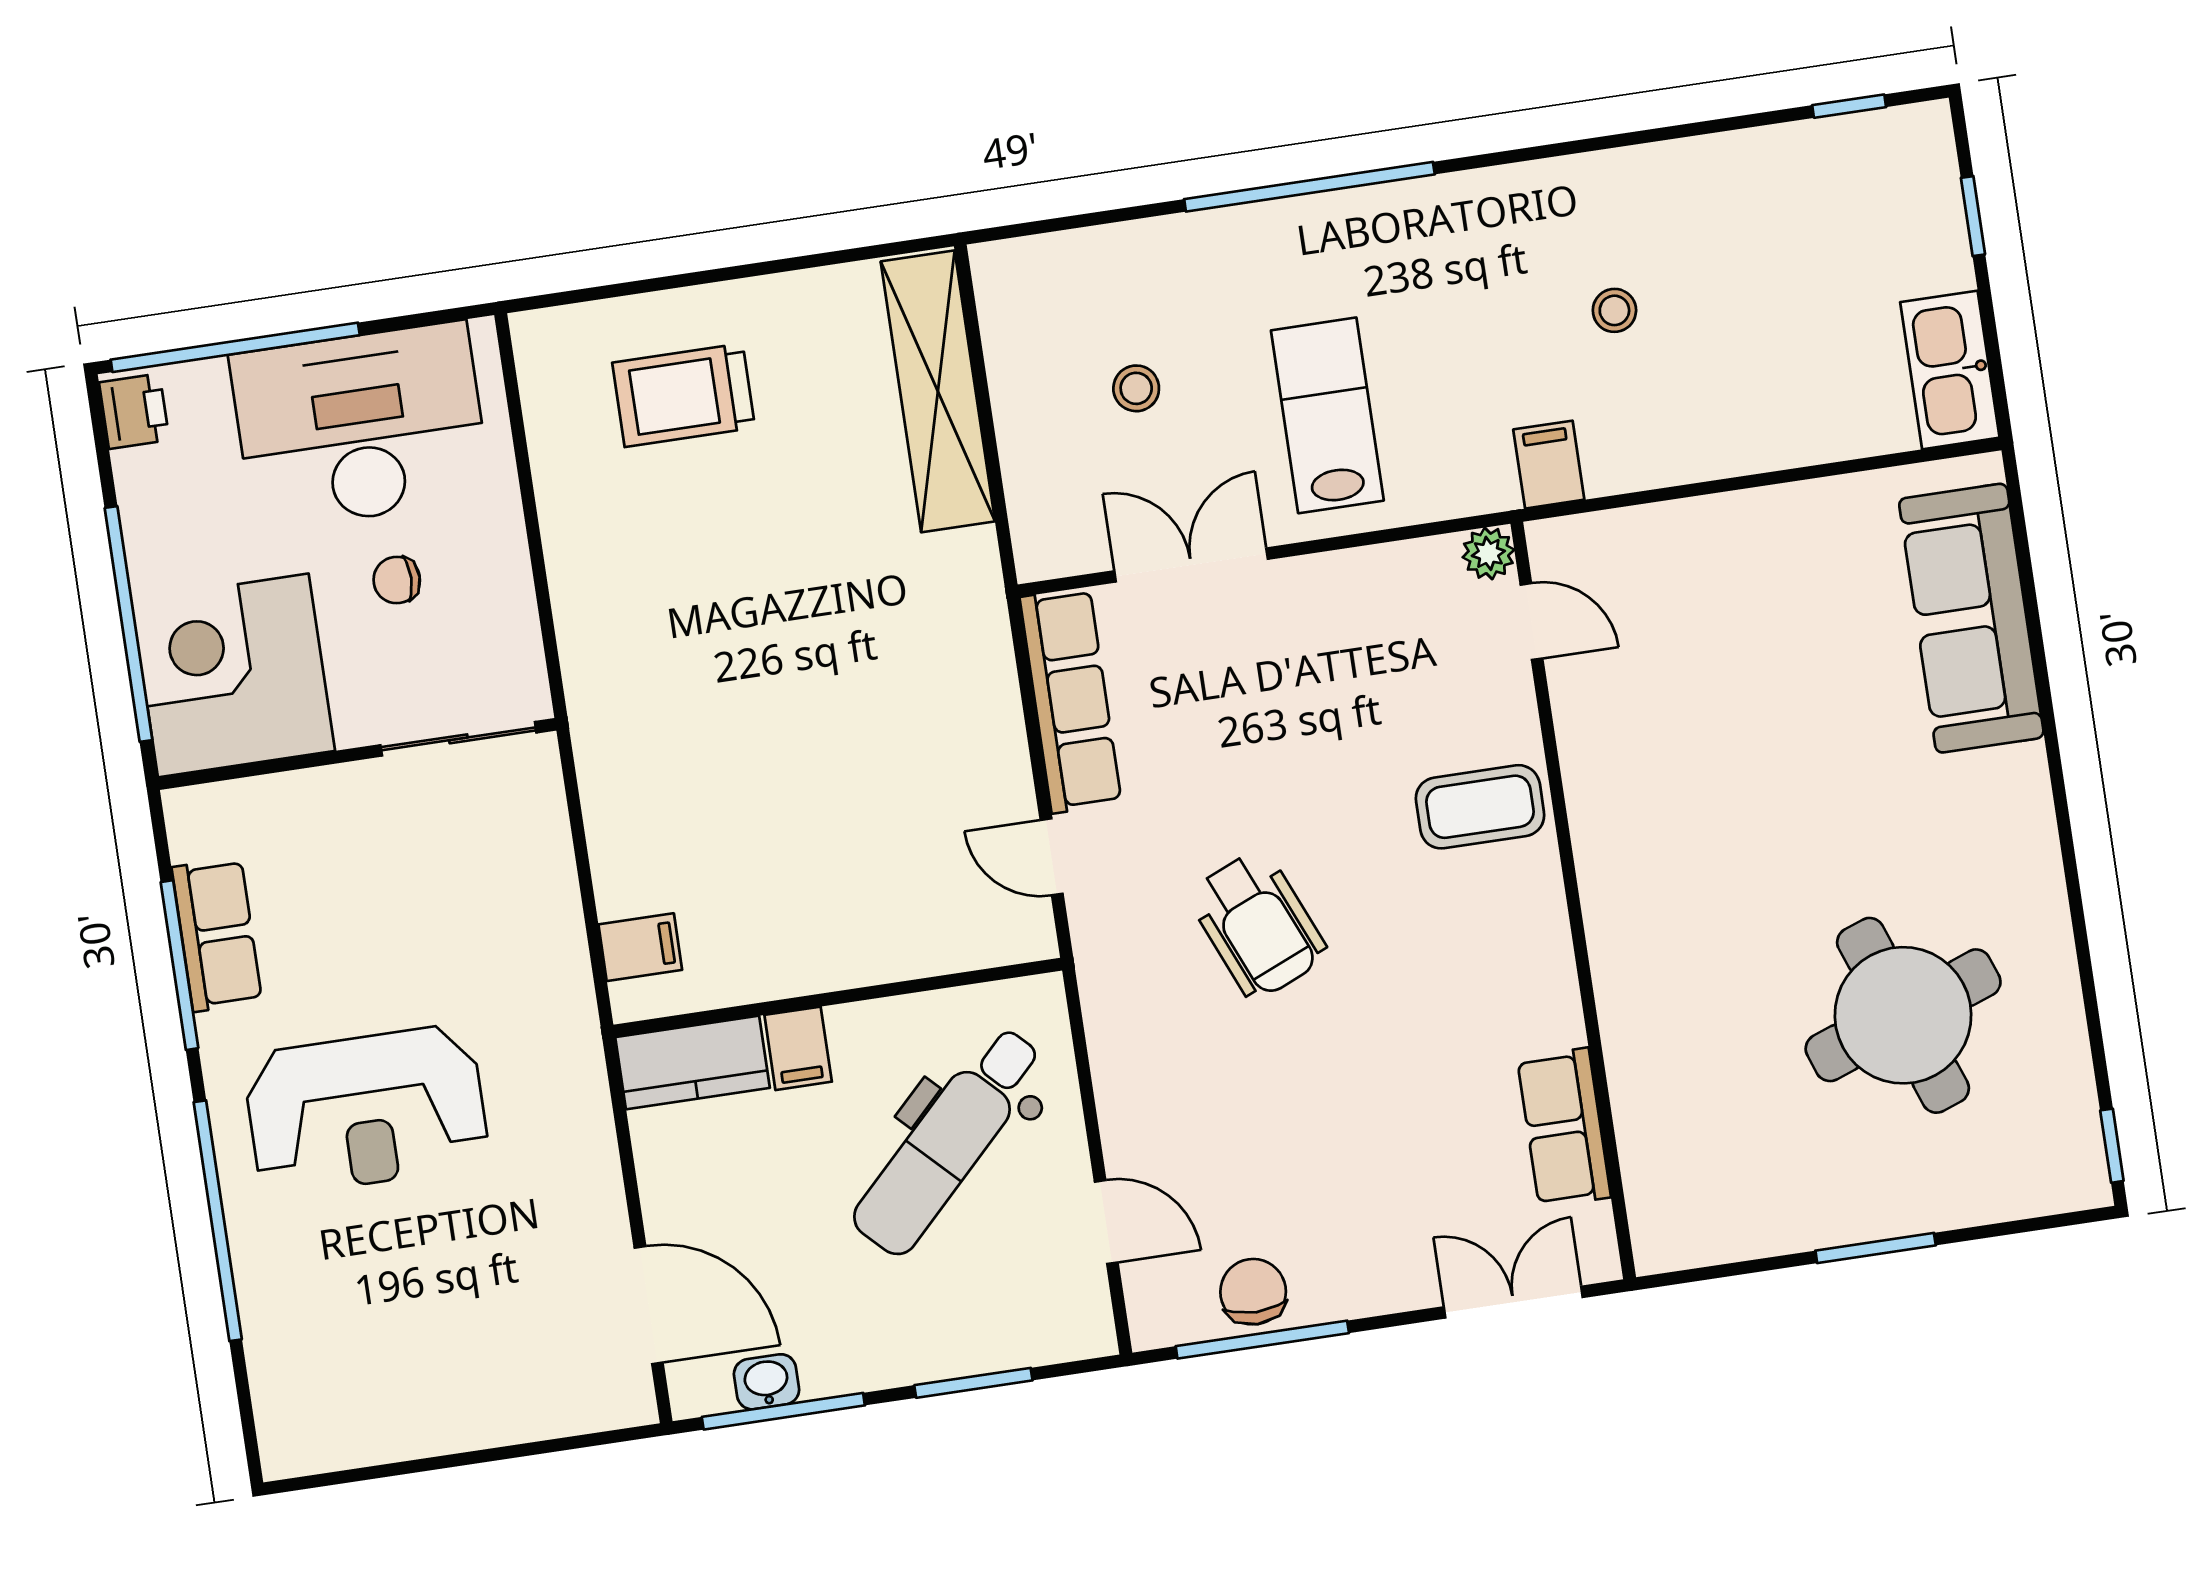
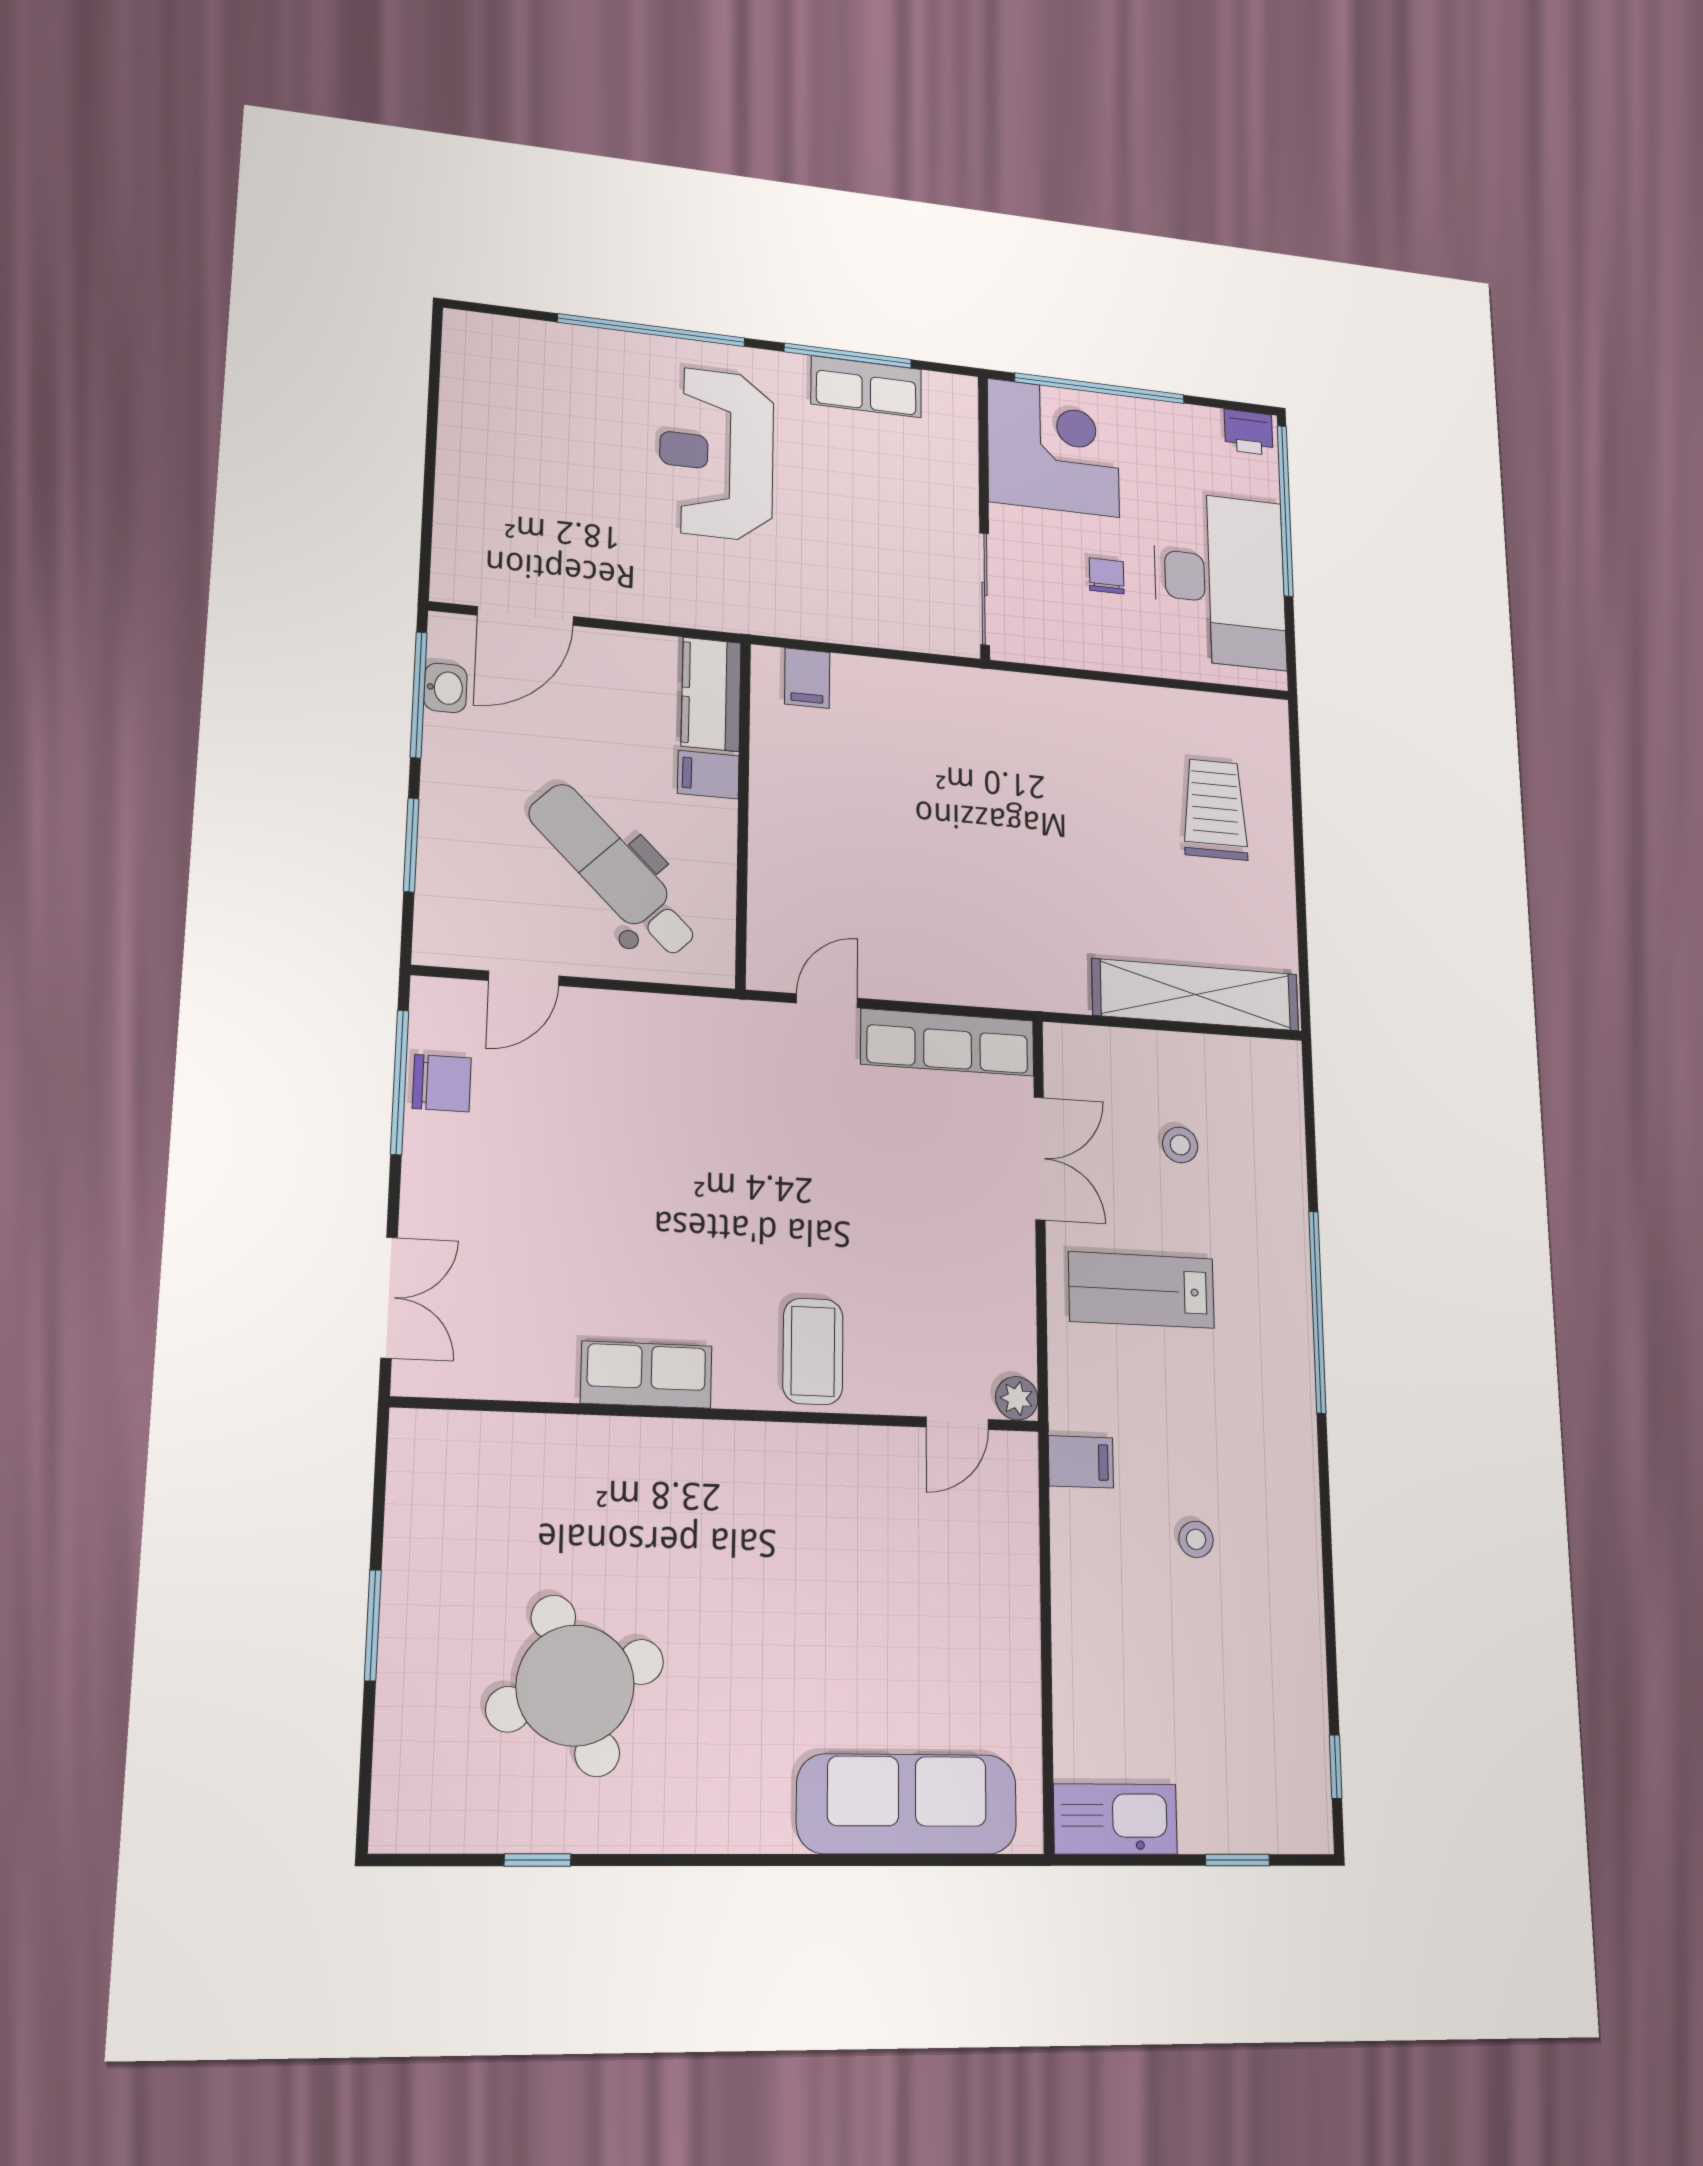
lab bench: (1327, 415) -> (1142, 1290), turned 180
wheelchair: (1258, 925) -> (746, 1151), removed
row of seats: (1564, 1128) -> (646, 1375), moved
window: (2112, 1146) -> (538, 1860), moved

